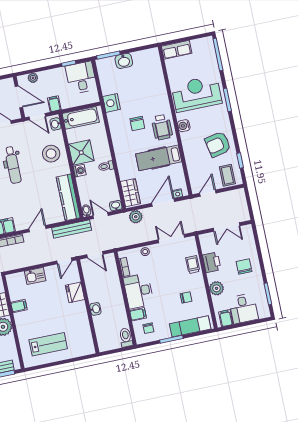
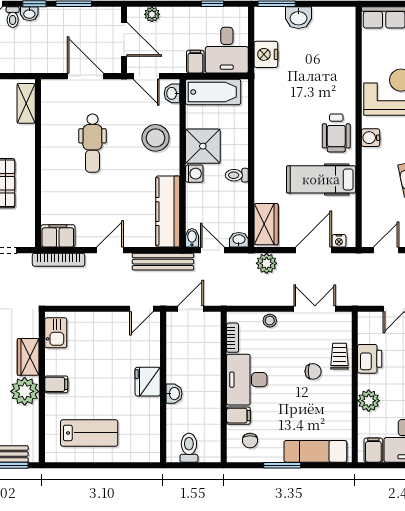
desk: (81, 78) -> (227, 50), moved, turned 180
nightstand: (112, 103) -> (266, 54), moved
filing cabinet: (54, 104) -> (195, 62), moved
chair: (137, 124) -> (299, 119), removed
door: (95, 255) -> (191, 309), swing flipped
kitchen sink: (35, 276) -> (56, 333), moved, turned -90
fridge: (75, 292) -> (148, 382), moved
chair: (186, 297) -> (313, 371), moved
filing cabinet: (19, 306) -> (56, 384), moved
toilet: (126, 338) -> (189, 448), moved

